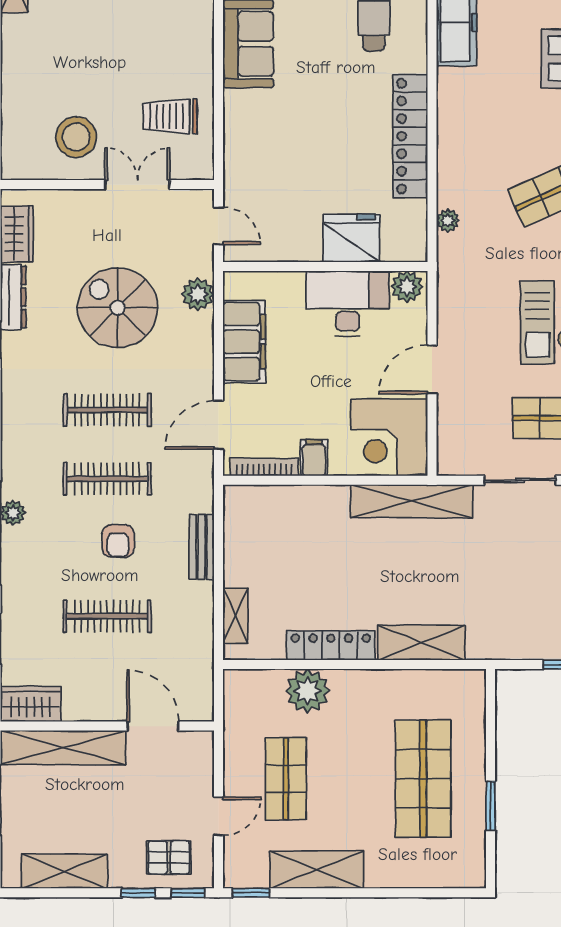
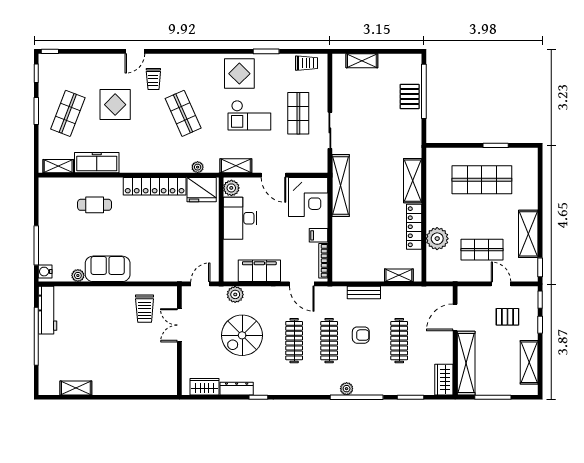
stool: (76, 137) -> (155, 356), removed
fridge: (351, 238) -> (202, 190), moved, turned -90
shelving: (450, 296) -> (236, 166), added
pallet: (169, 858) -> (507, 317), moved, turned 90

